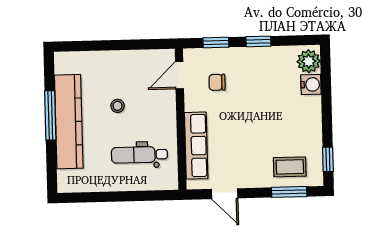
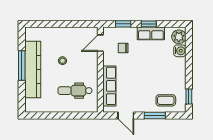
row of seats: (262, 57) -> (151, 33), added
window: (289, 192) -> (155, 115), moved

